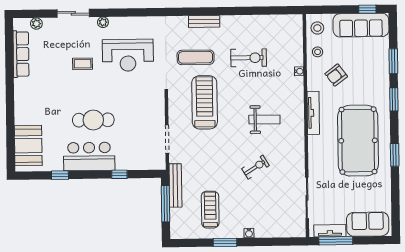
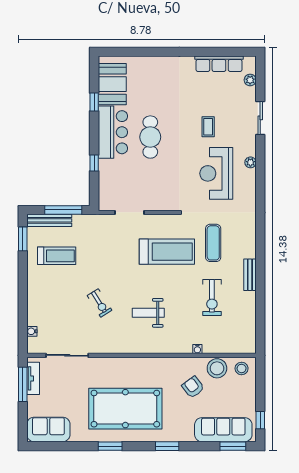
bench: (204, 21) -> (250, 275), moved
plant: (103, 22) -> (250, 162), moved
sofa: (361, 25) -> (223, 430), moved, turned 90
stool: (318, 52) -> (217, 368), width x1.89, depth x1.89
window: (393, 61) -> (233, 446), moved
tv unit: (313, 113) -> (154, 363), removed
weight bench: (264, 120) -> (148, 313), turned 90
booth: (28, 146) -> (112, 84), moved, turned 90
bench: (175, 185) -> (49, 220), moved
sofa: (368, 224) -> (48, 429), moved, turned -90
water cooler: (249, 233) -> (32, 331), moved
window: (225, 242) -> (23, 239), moved

